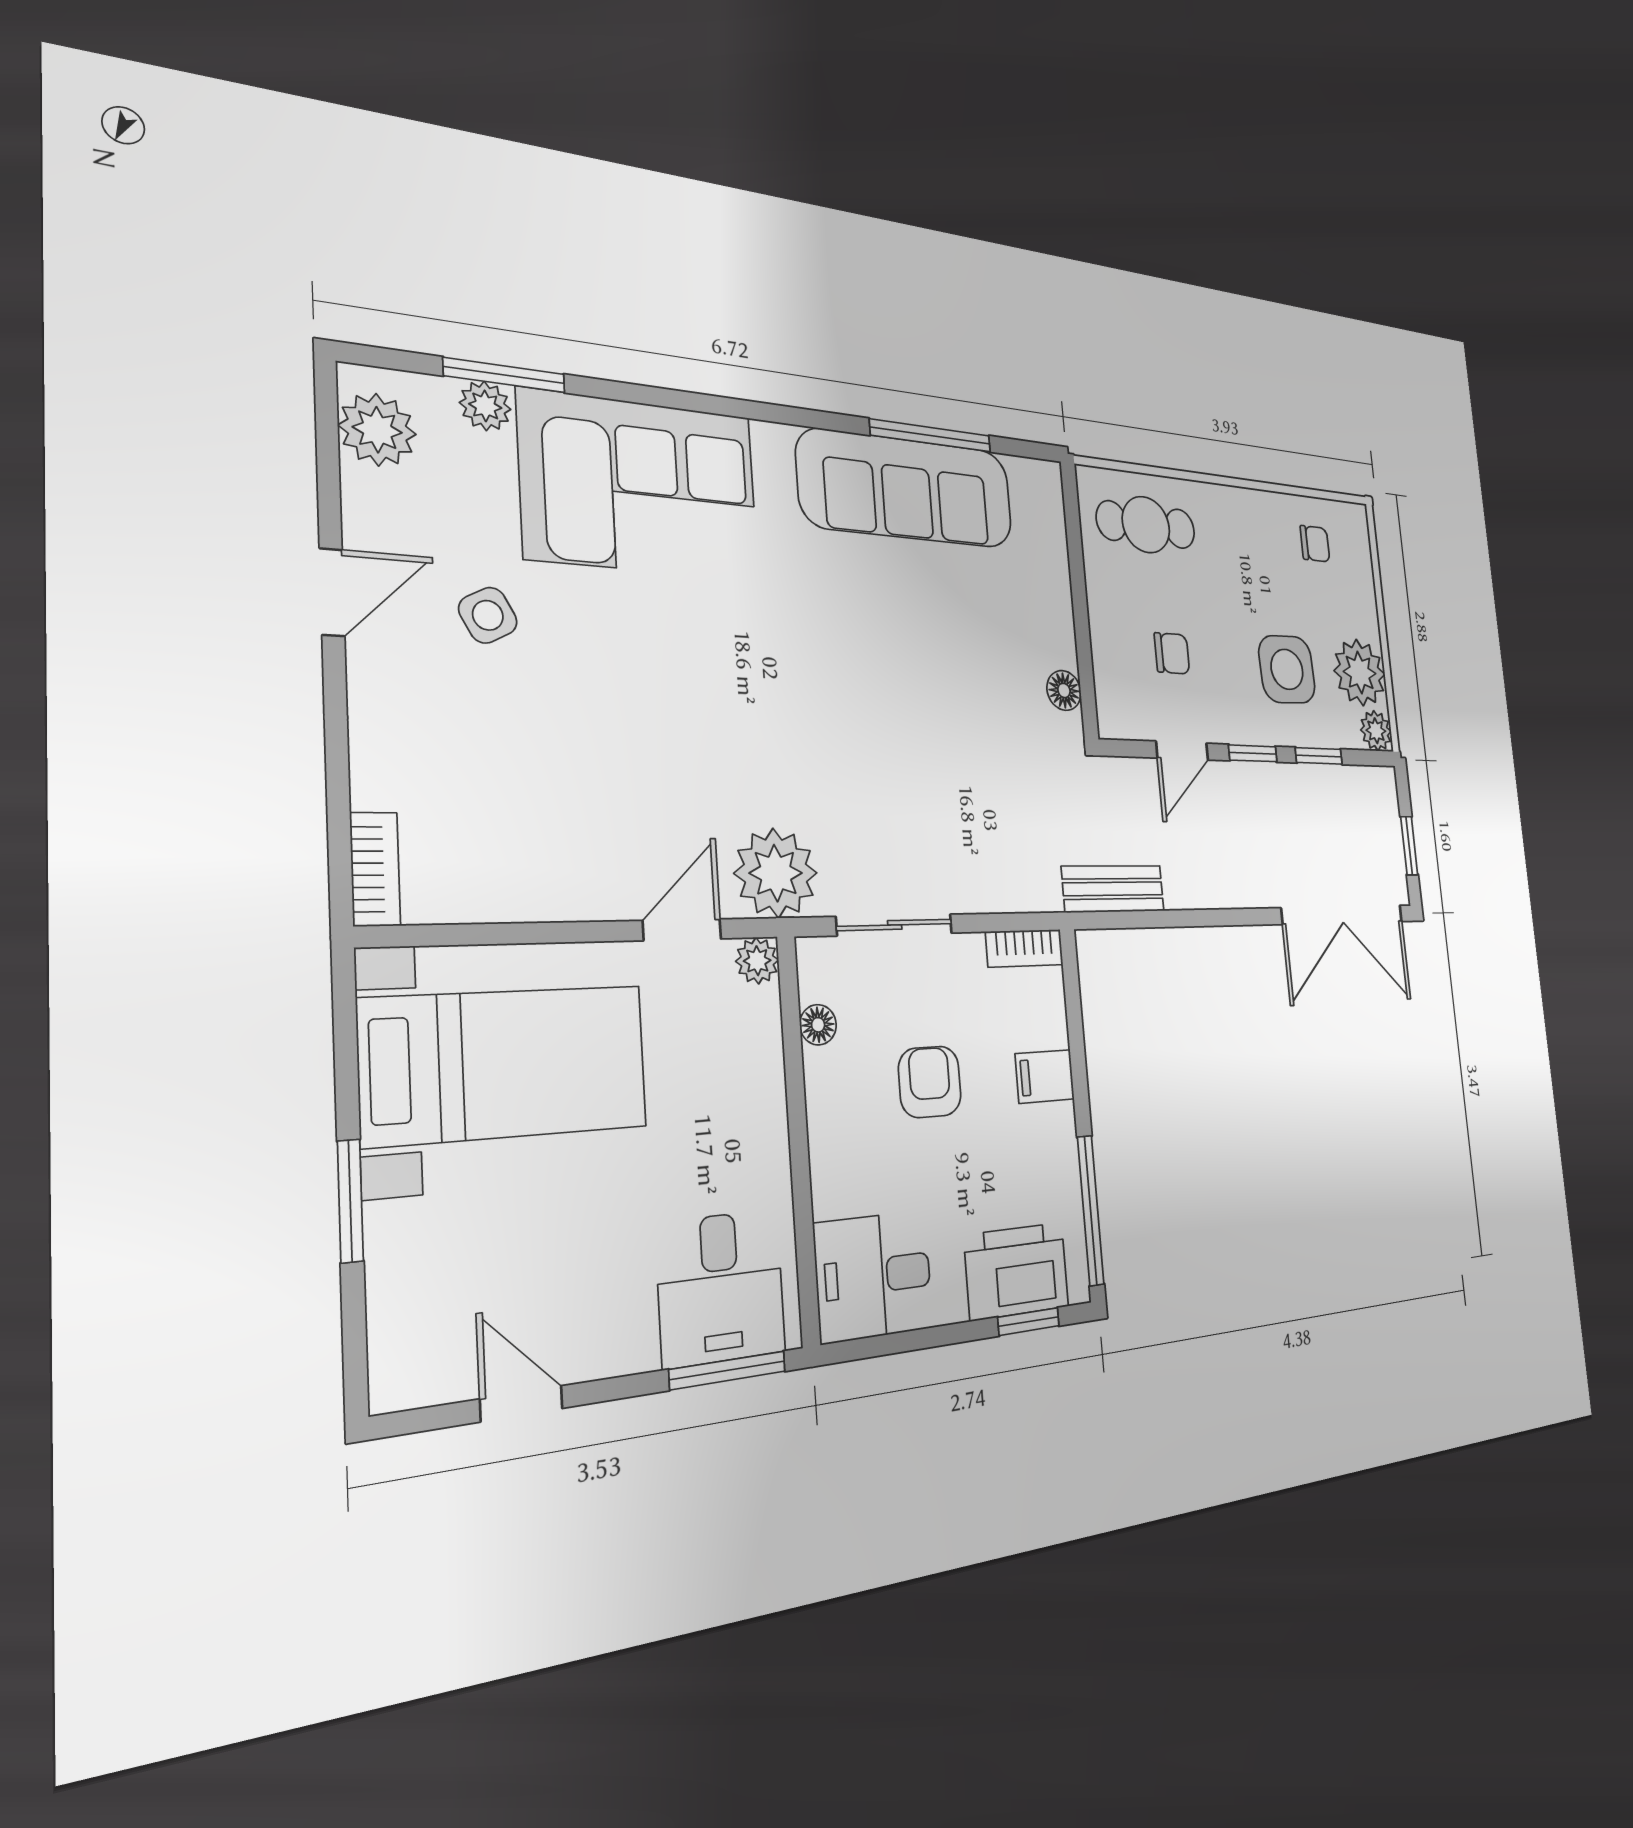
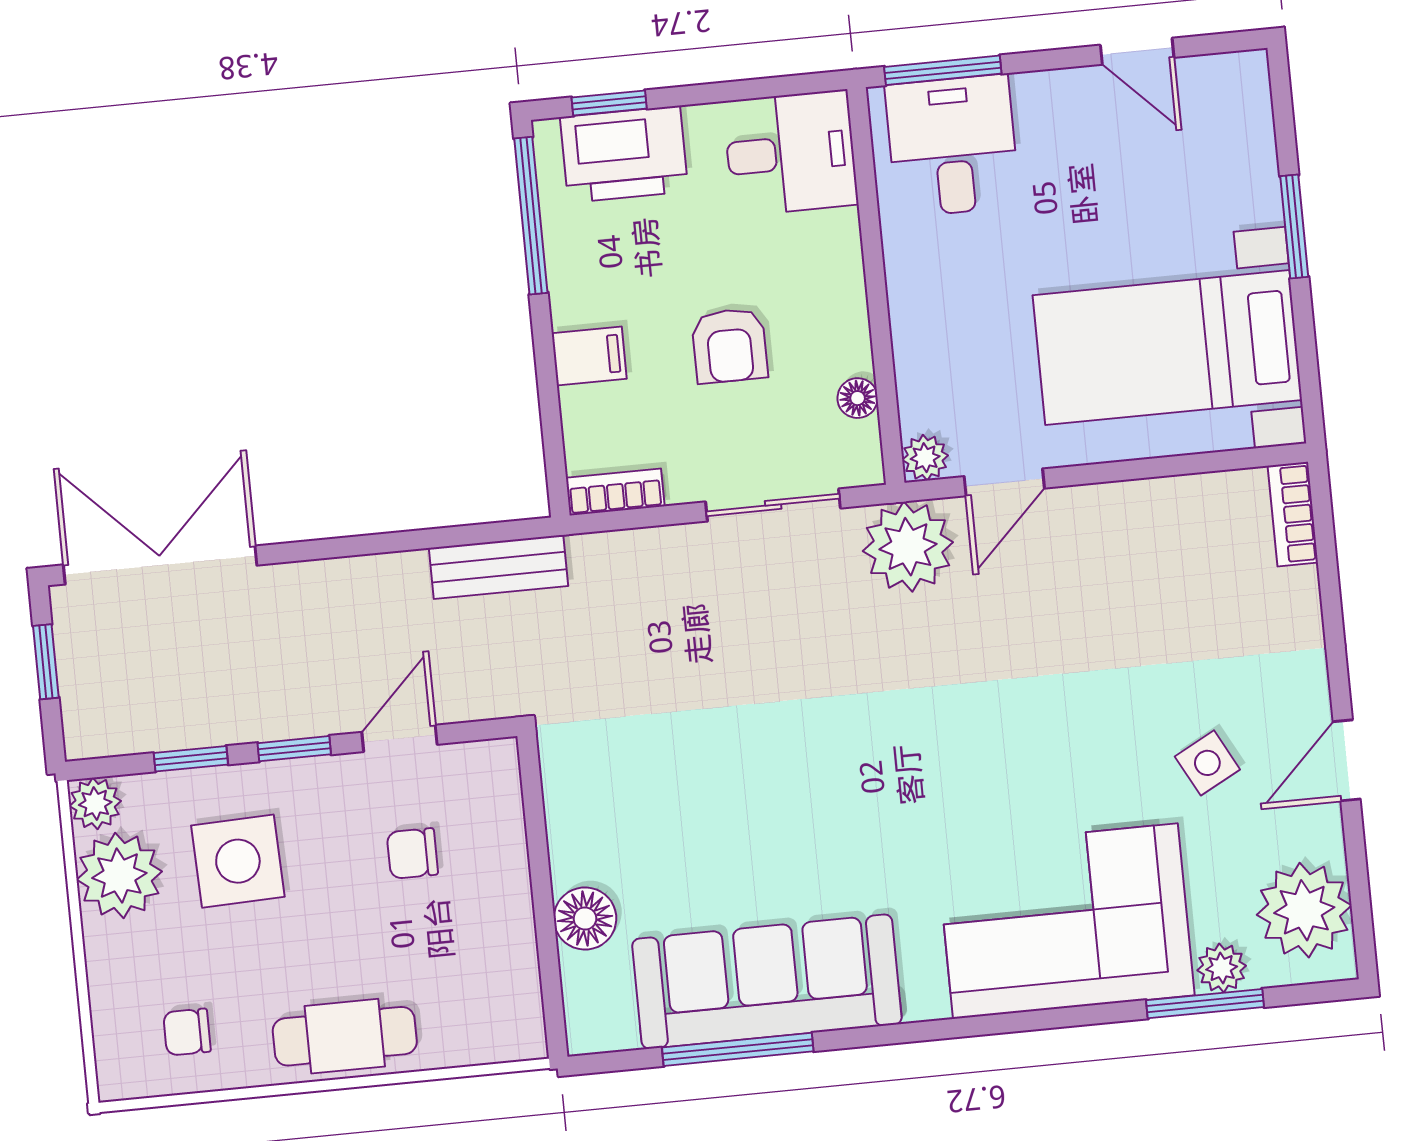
plant: (377, 430) -> (1304, 910), width x1.36, depth x1.36
cafe table: (1146, 525) -> (345, 1036), moved
floor lamp: (1064, 690) -> (585, 919), moved, width x1.37, depth x1.37

